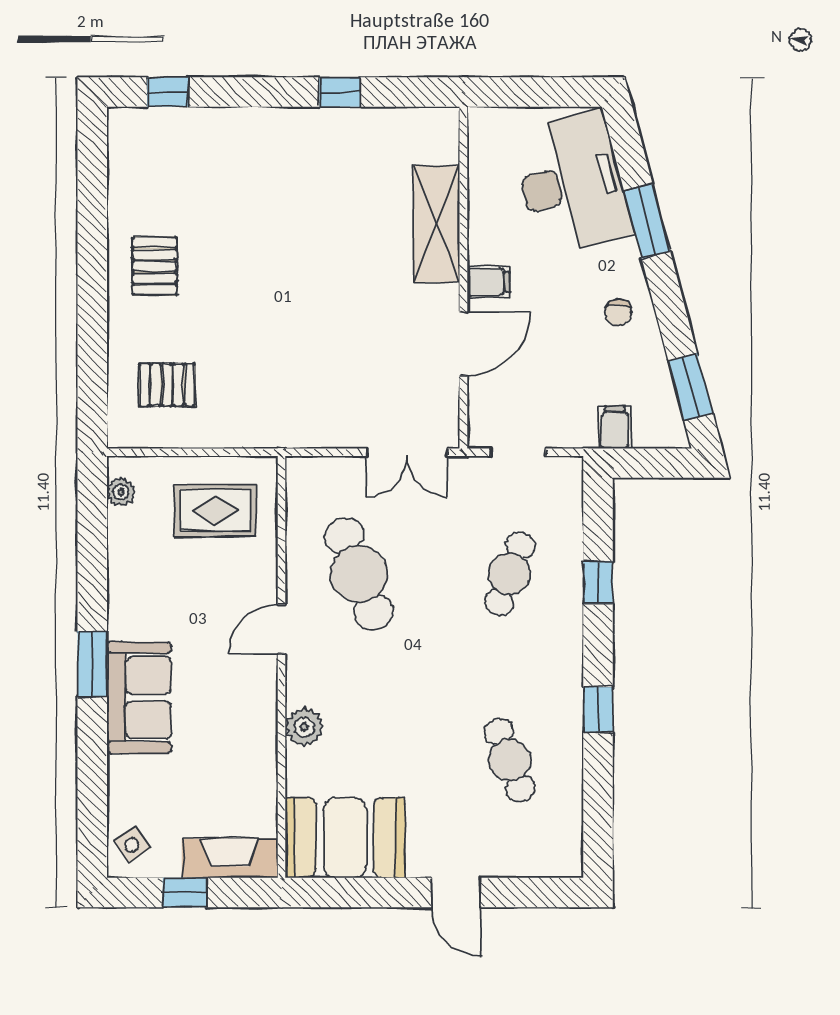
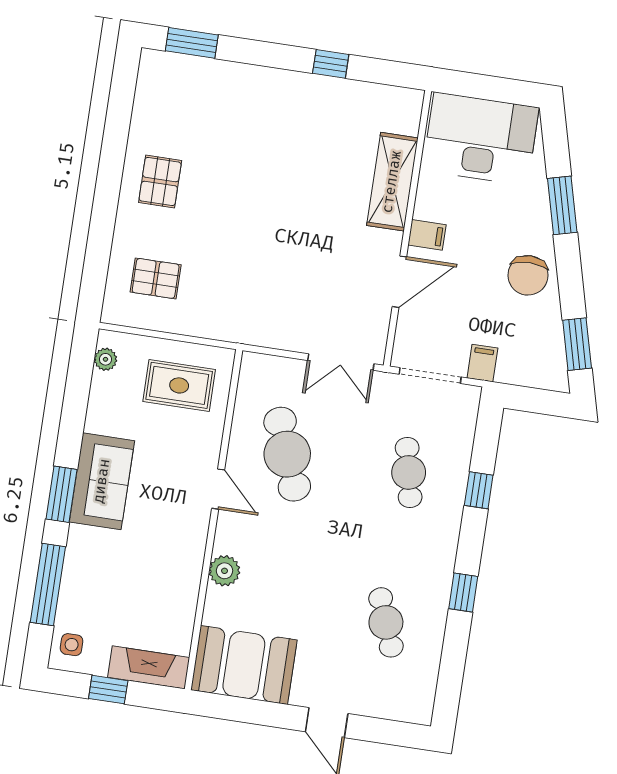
window: (168, 92) -> (192, 43), width x1.50
desk: (572, 183) -> (481, 139), moved, turned -75
chair: (618, 313) -> (528, 275), width x1.87, depth x1.87
filing cabinet: (615, 427) -> (482, 363), moved
doorway: (518, 452) -> (430, 376), width x1.38
cafe table: (510, 574) -> (409, 472), turned -33
door: (281, 629) -> (218, 489), swing flipped
sofa: (139, 698) -> (102, 481), moved
window: (92, 776) -> (48, 584), added
side table: (132, 845) -> (72, 645), turned 34

